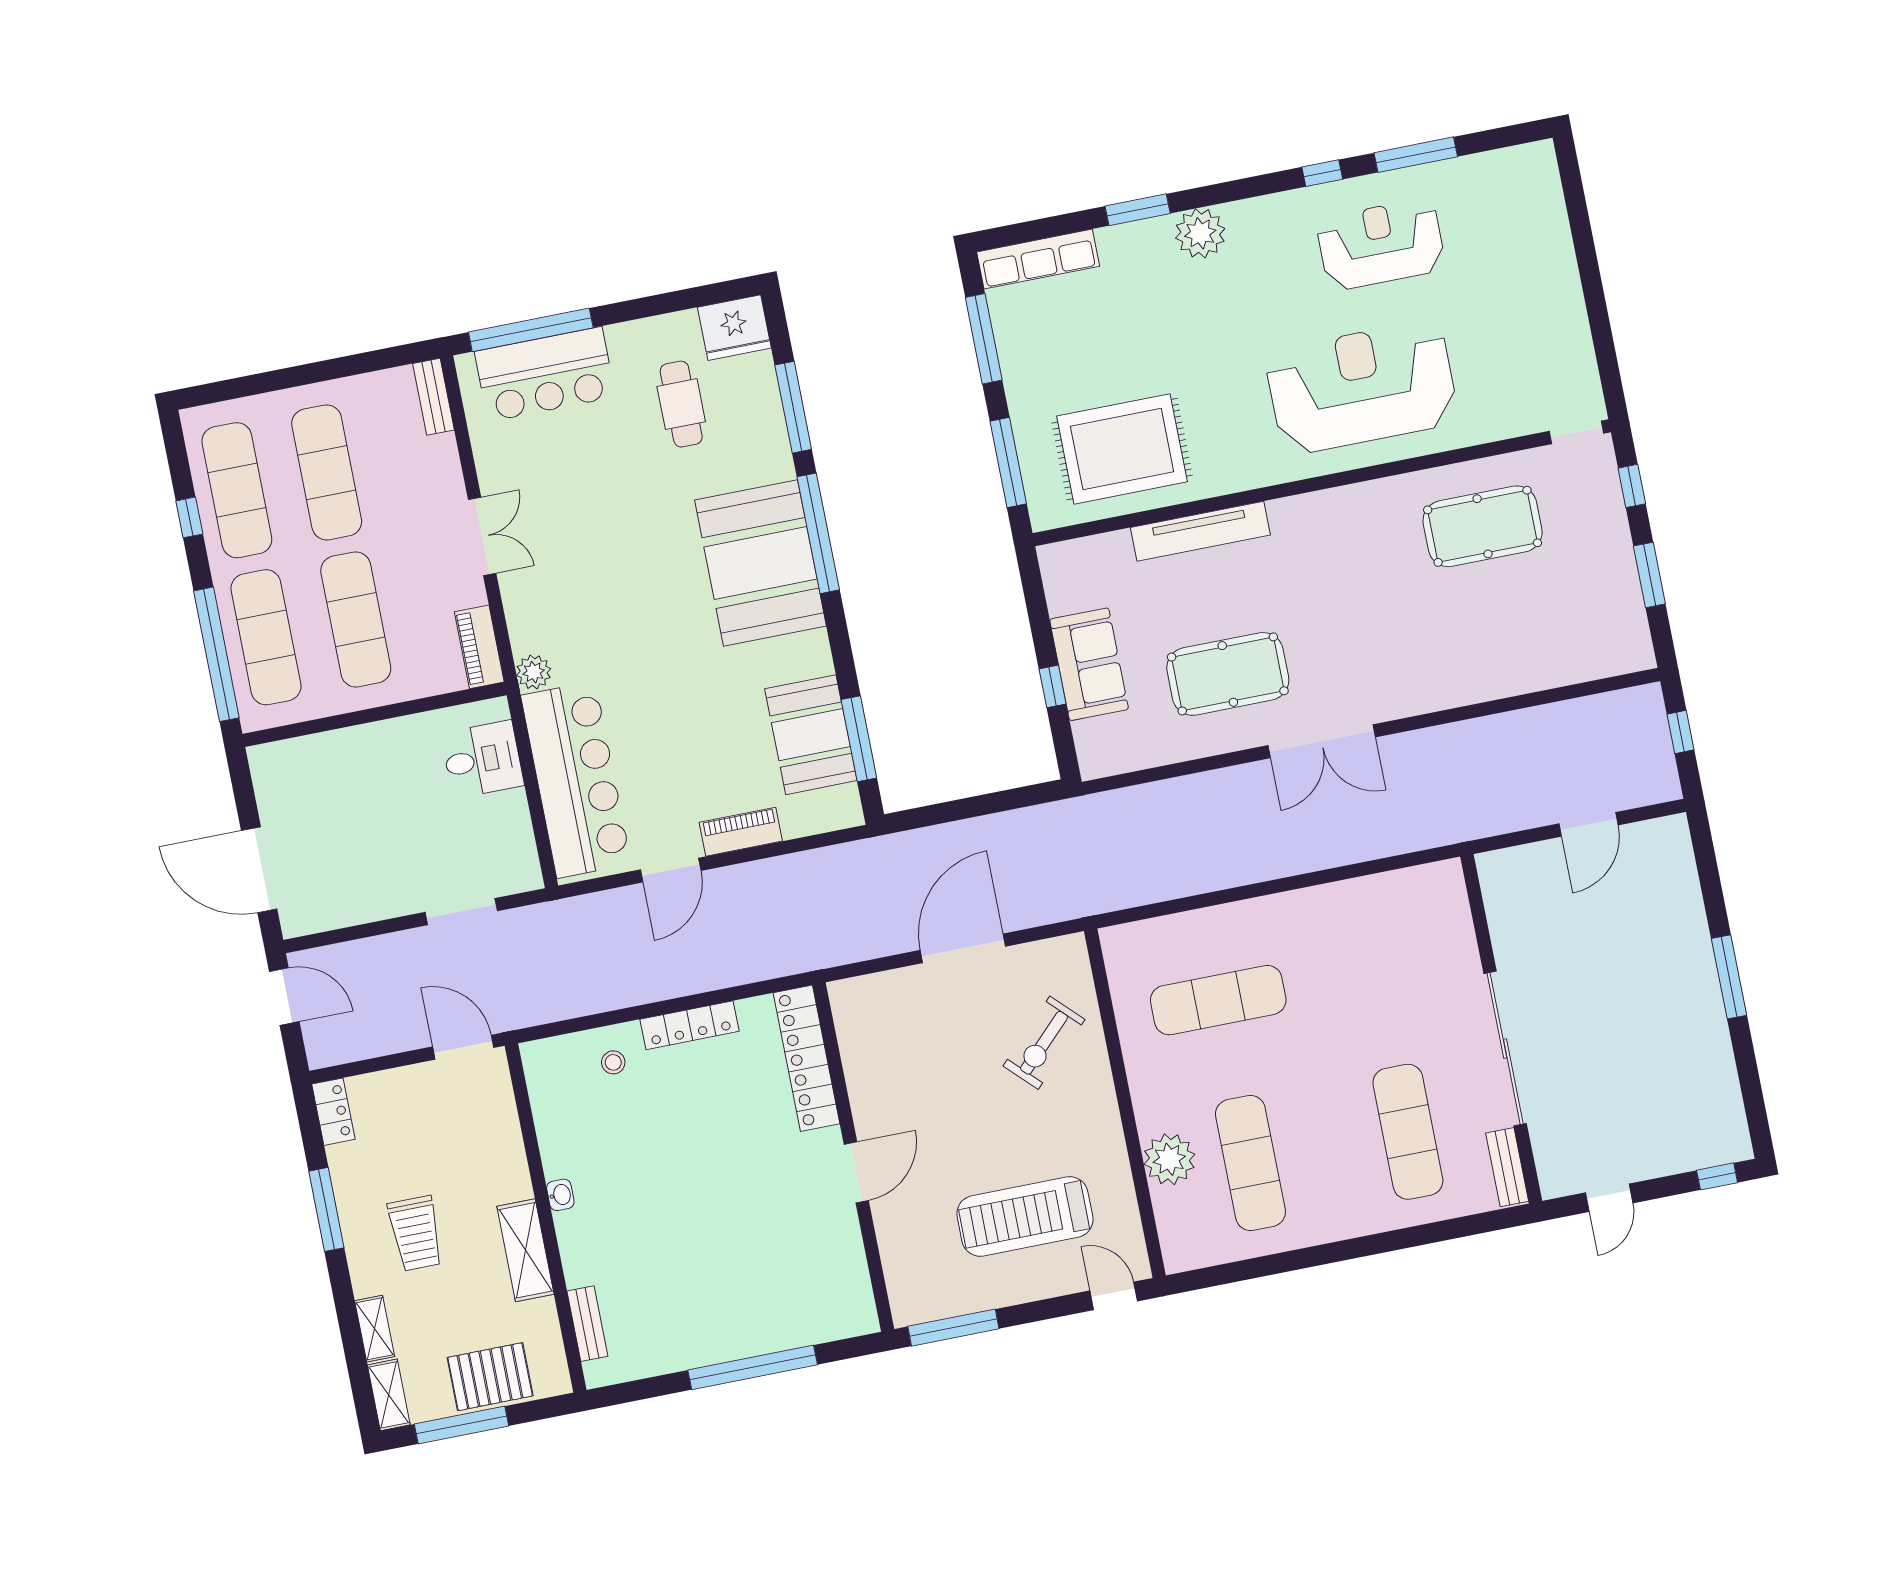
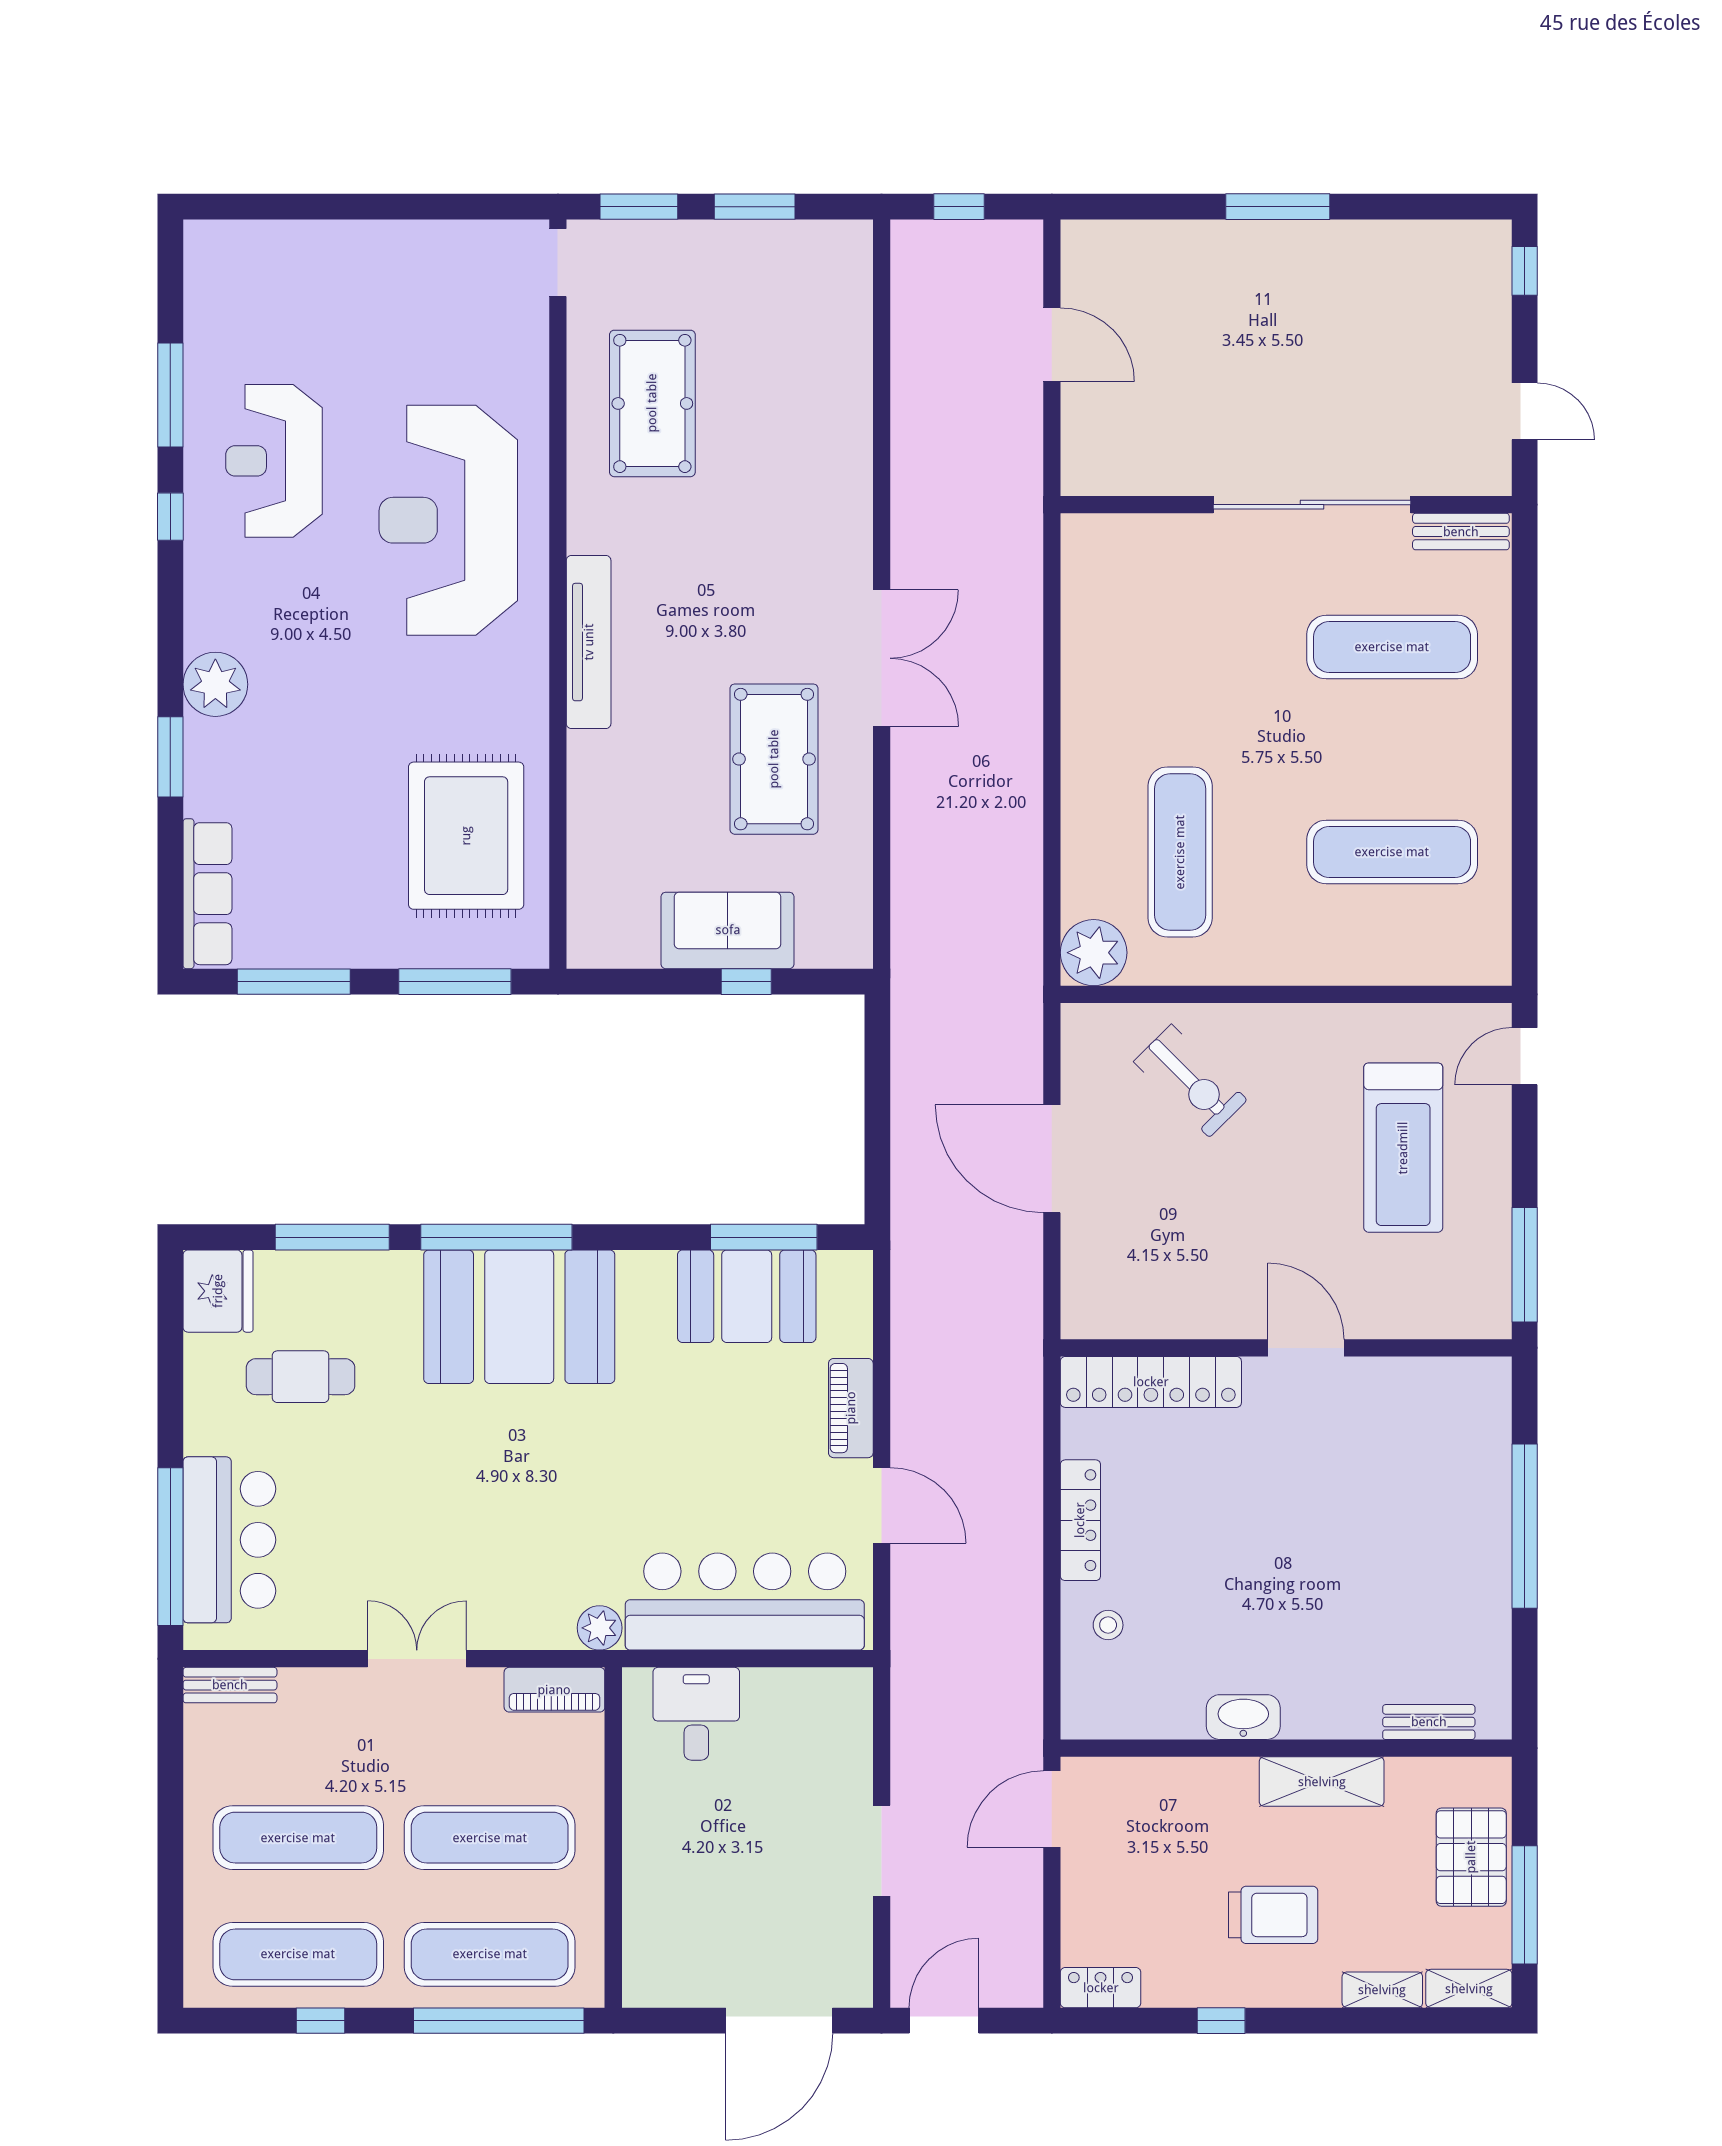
window: (1632, 486) -> (639, 207), width x1.50
tv unit: (1200, 531) -> (589, 642), moved
doorway: (461, 912) -> (882, 1851), moved
plant: (1169, 1159) -> (1094, 953), moved
washbasin: (560, 1195) -> (1243, 1717), width x1.91, depth x1.45
window: (326, 1209) -> (1221, 2021), width x0.46

